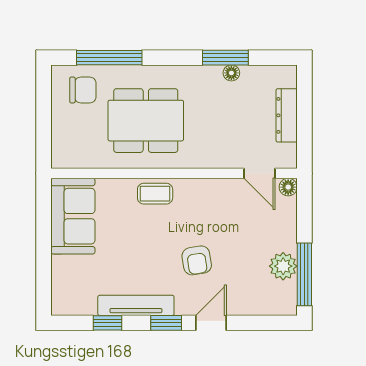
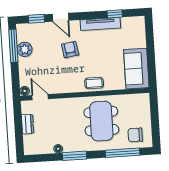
window: (225, 58) -> (75, 156), moved
dresser: (287, 115) -> (28, 124), width x0.70
dining table: (146, 121) -> (101, 121), turned 90
window: (166, 323) -> (36, 19), moved
door: (211, 323) -> (61, 17), hinge flipped

